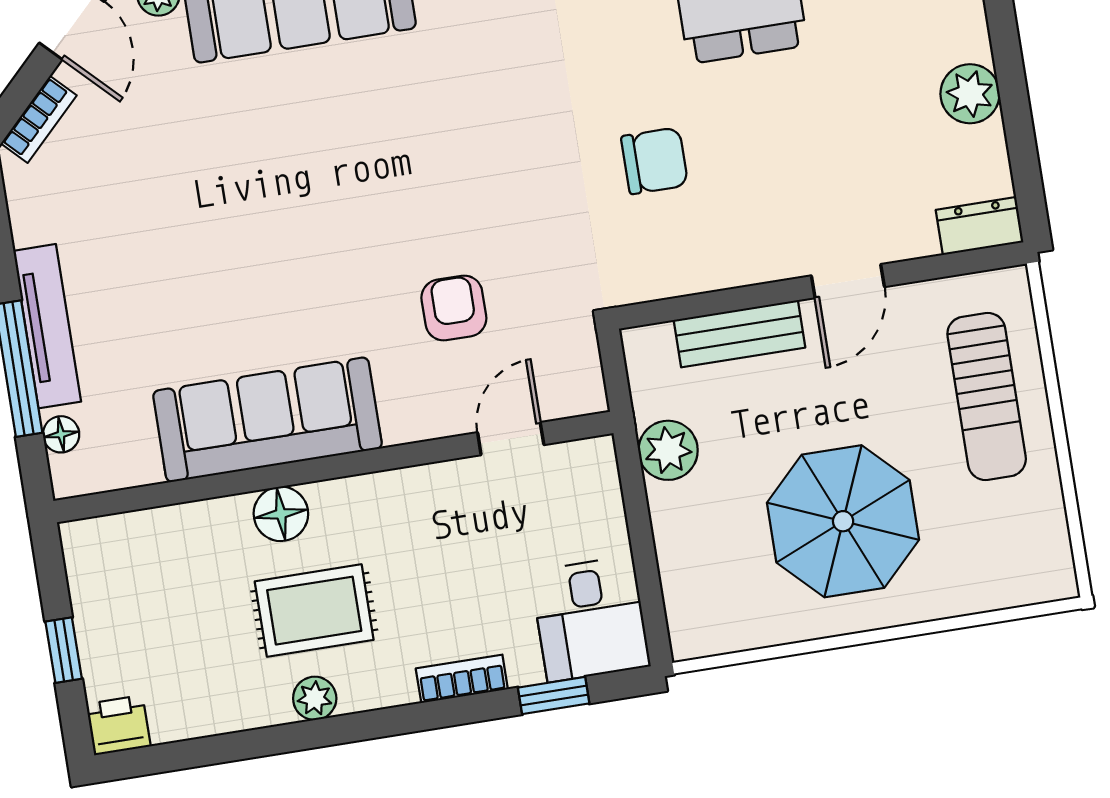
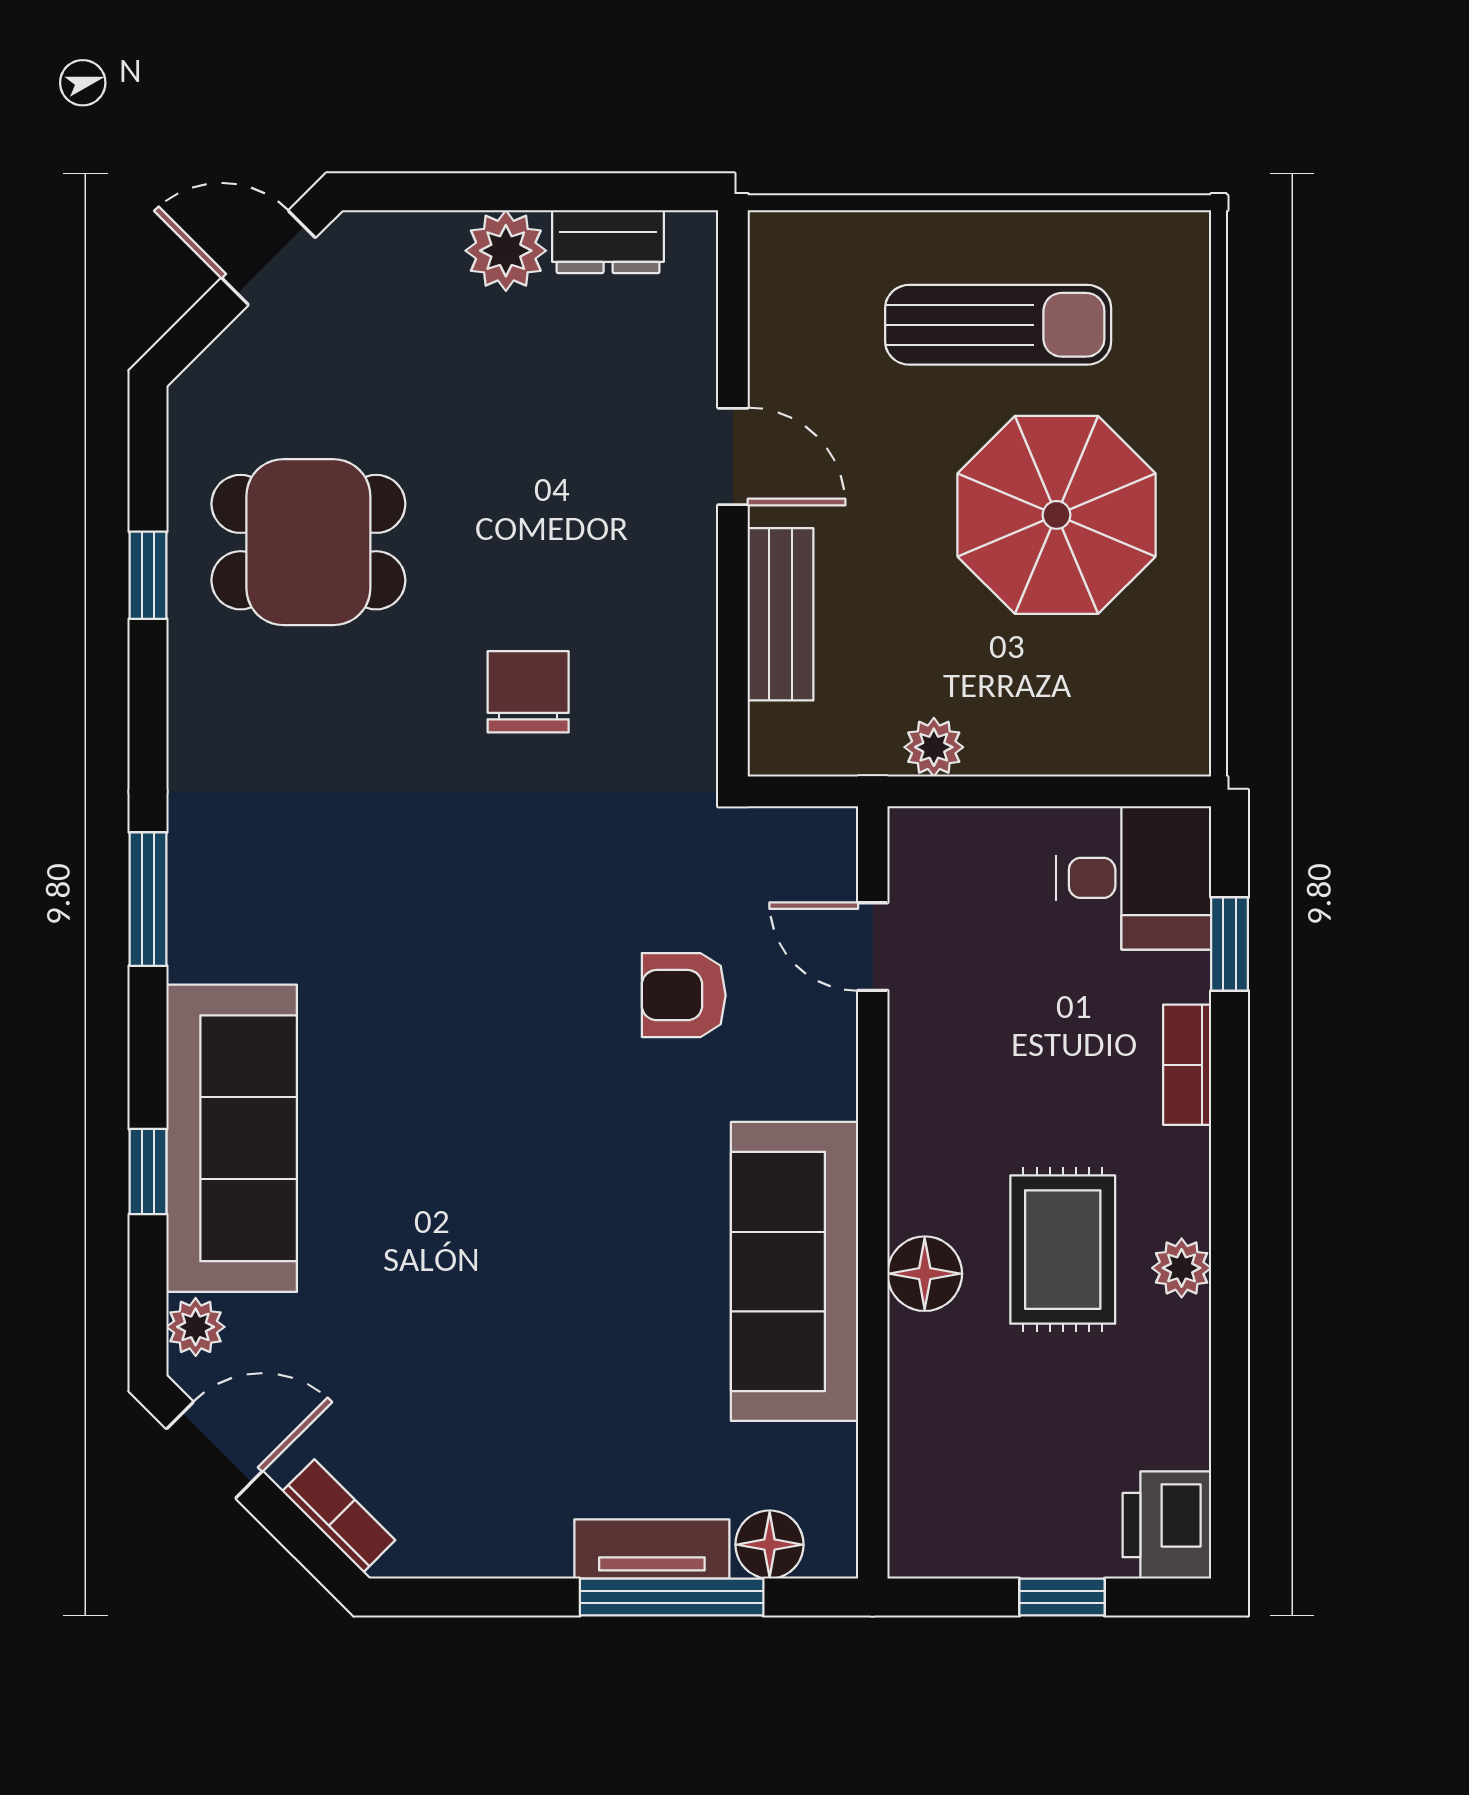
dresser: (980, 226) -> (608, 242), moved, turned -90
tv unit: (47, 326) -> (652, 1549), width x0.71
sun lounger: (987, 396) -> (998, 325), moved
floor lamp: (61, 434) -> (770, 1545), width x1.37, depth x1.37
plant: (668, 450) -> (934, 747), width x0.73, depth x0.73
printer: (118, 725) -> (1167, 1525), width x1.36, depth x1.24

